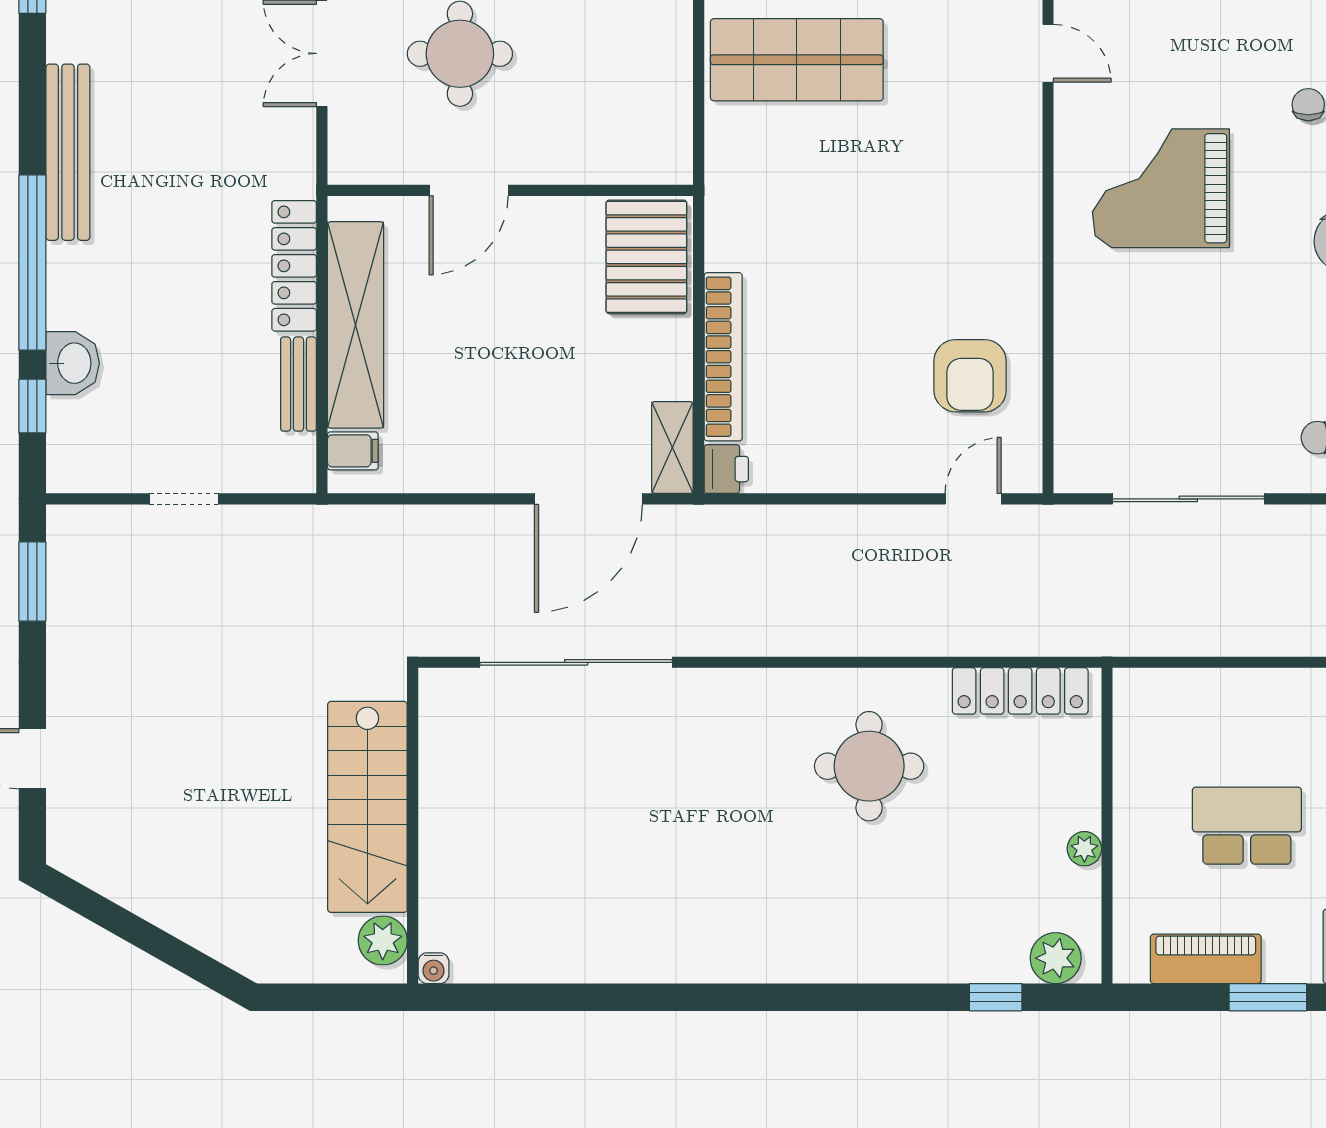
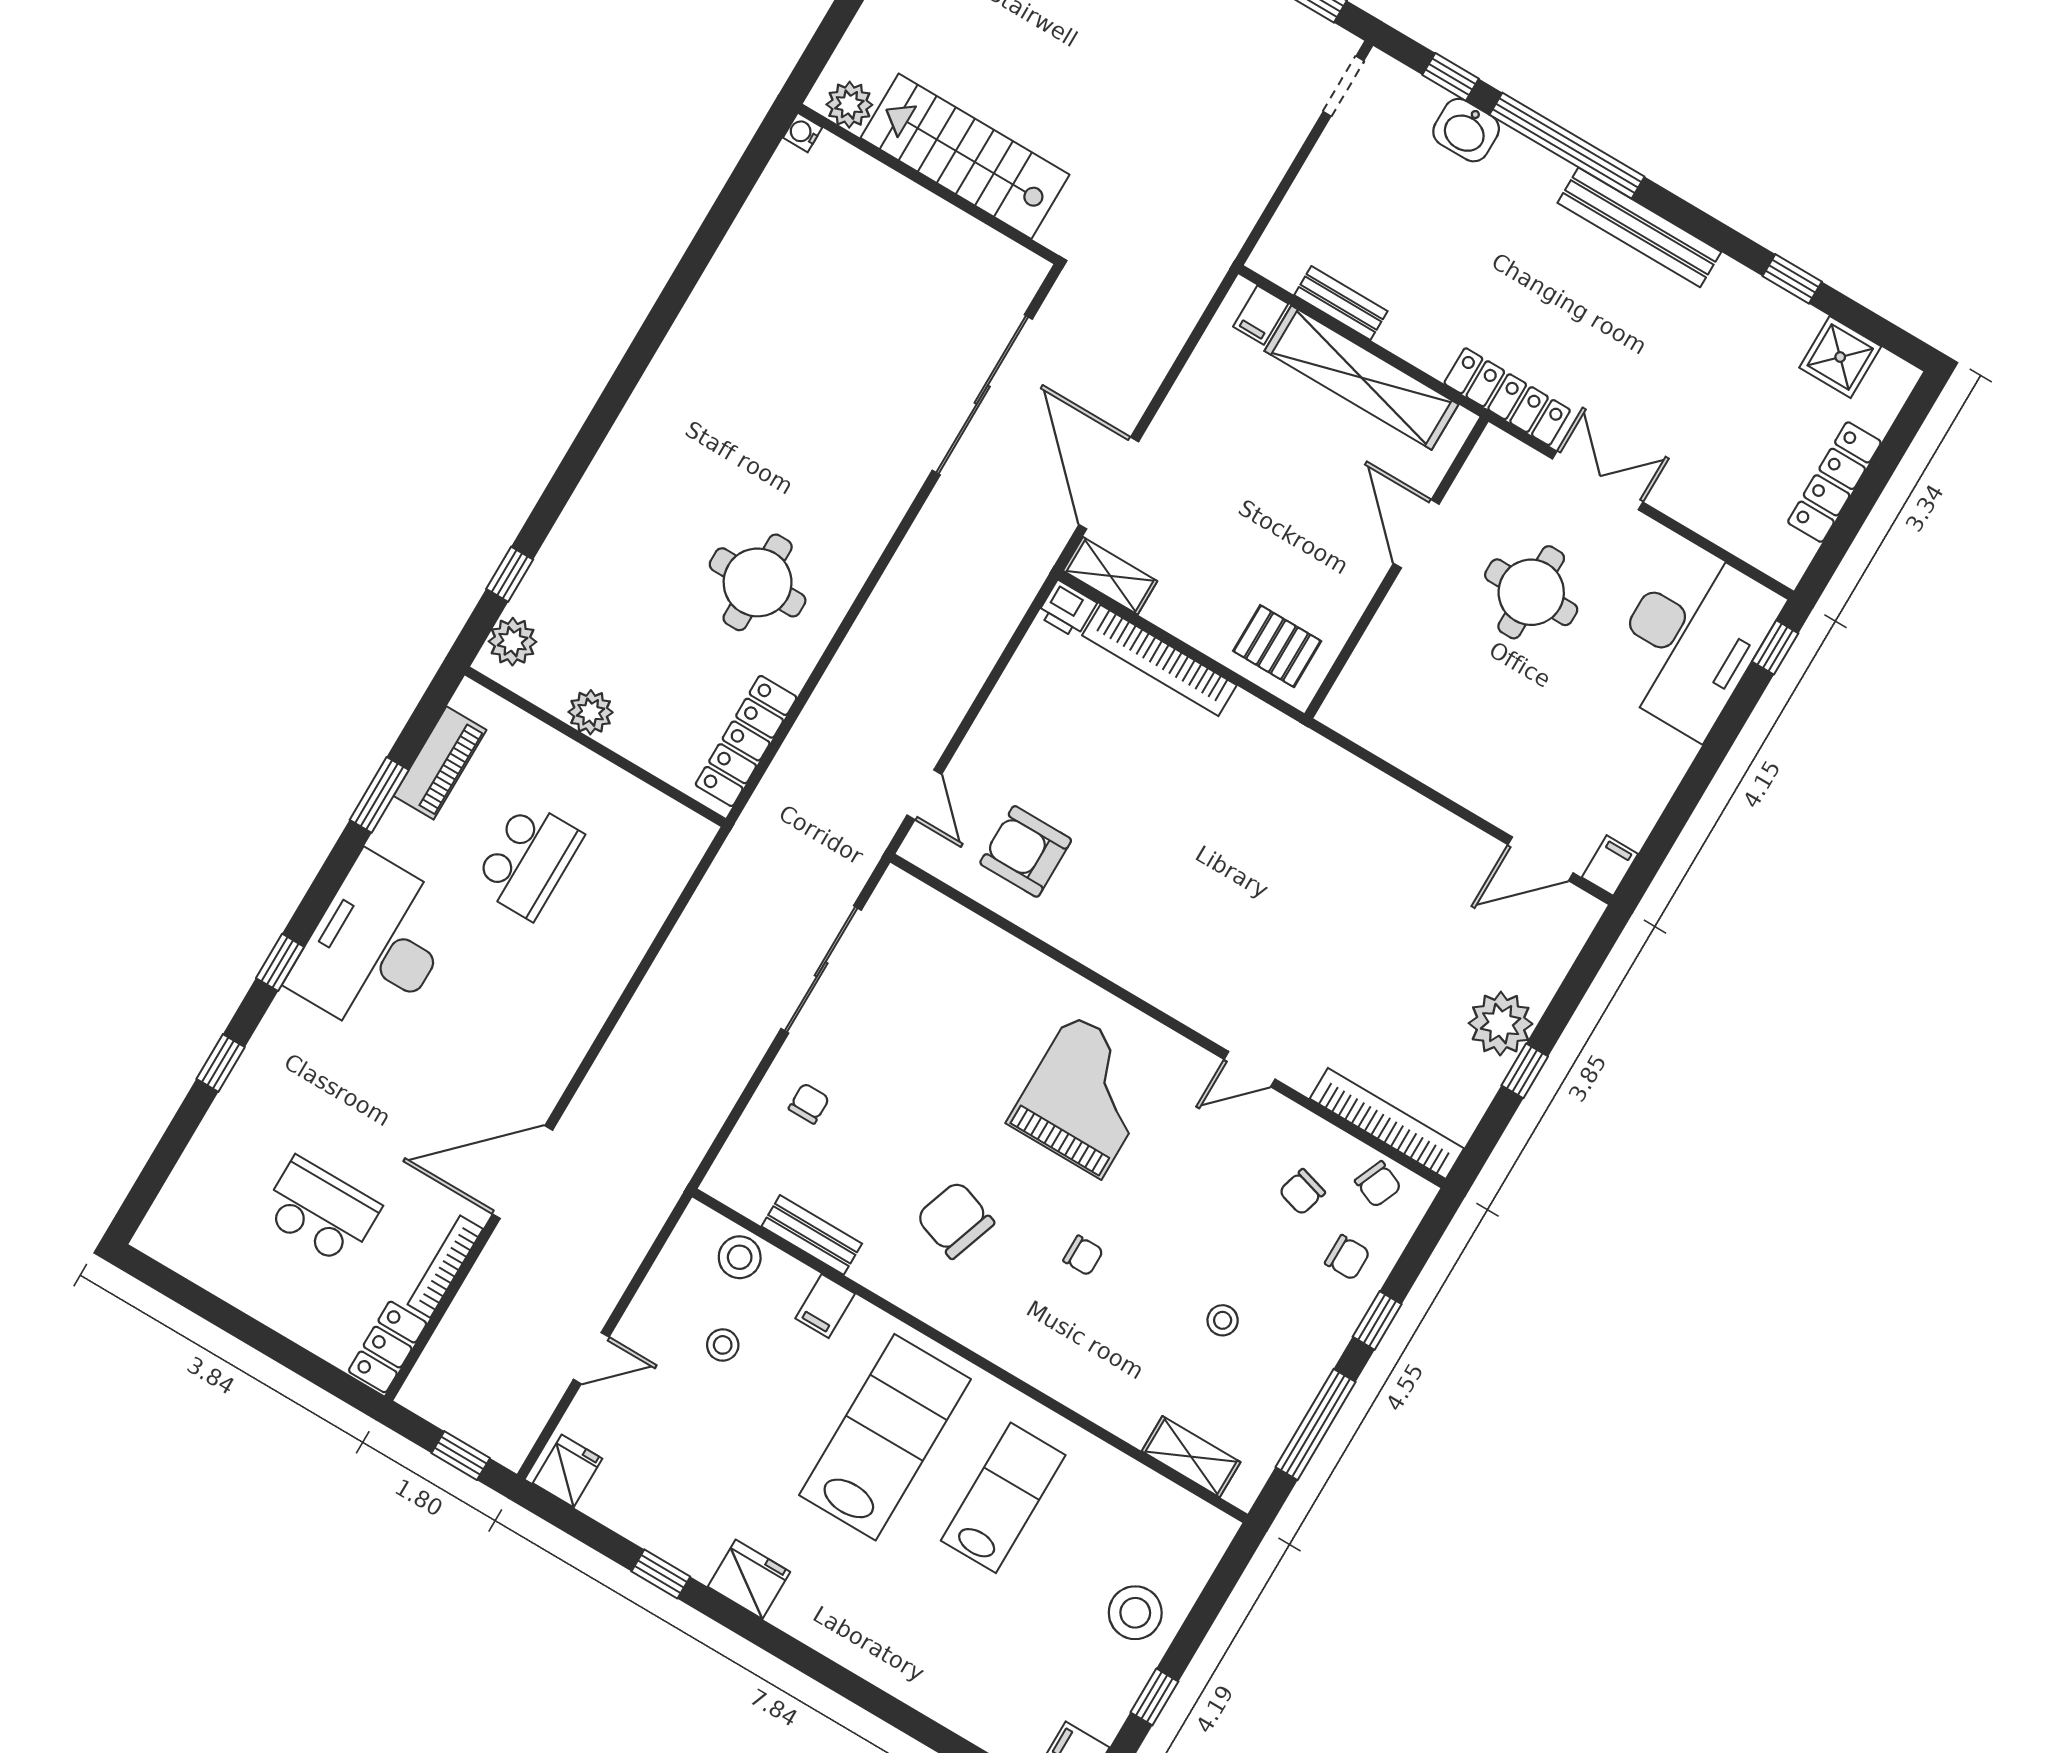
shop shelf: (797, 60) -> (1365, 862), removed
pallet: (646, 257) -> (1277, 646), width x0.67, depth x0.71
locker: (294, 266) -> (1507, 397), moved
doorway: (184, 499) -> (1343, 86), moved
plant: (1084, 849) -> (591, 712), width x1.38, depth x1.38

